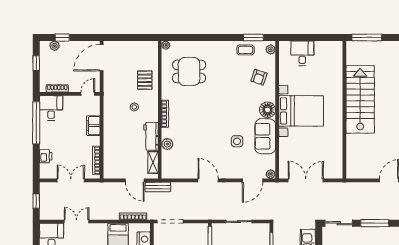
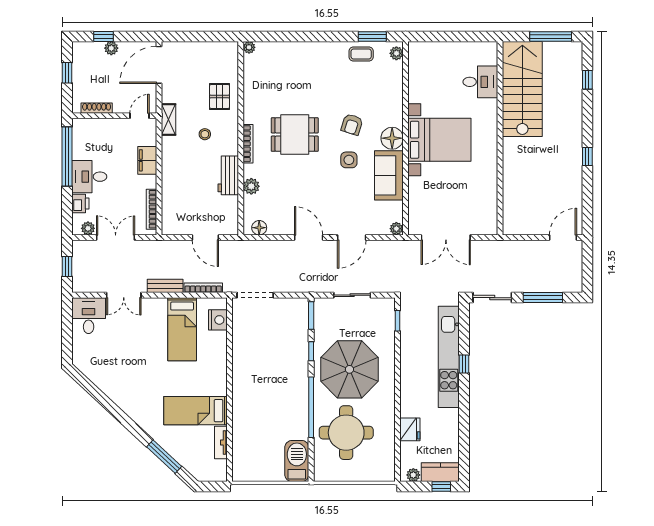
window: (367, 37) -> (551, 37), moved
plant: (55, 46) -> (111, 48), moved
desk: (302, 53) -> (480, 82), moved, turned 90
dining table: (189, 71) -> (295, 135), moved
armchair: (259, 77) -> (352, 124), moved
stairs: (360, 99) -> (522, 89), moved
desk: (51, 108) -> (89, 177), moved, turned -90
side table: (237, 141) -> (349, 160), moved
shelving: (153, 162) -> (169, 120), moved
plant: (51, 174) -> (88, 228), added
floor lamp: (173, 174) -> (259, 228), added
door: (253, 180) -> (352, 237), moved
double door: (306, 180) -> (446, 237), swing flipped
bench: (158, 187) -> (165, 286), moved
double door: (77, 221) -> (124, 295), swing flipped

